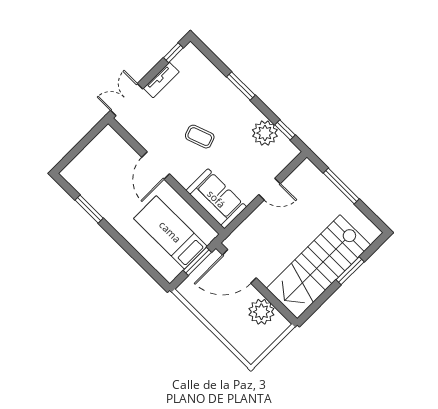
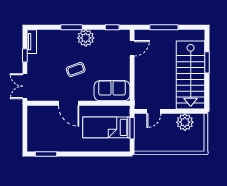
window: (173, 53) -> (25, 55), moved
tv unit: (161, 80) -> (32, 42), moved
plant: (265, 133) -> (86, 38), moved
door: (269, 189) -> (132, 48), moved
window: (89, 209) -> (46, 154), moved
door: (239, 266) -> (154, 111), width x0.53

